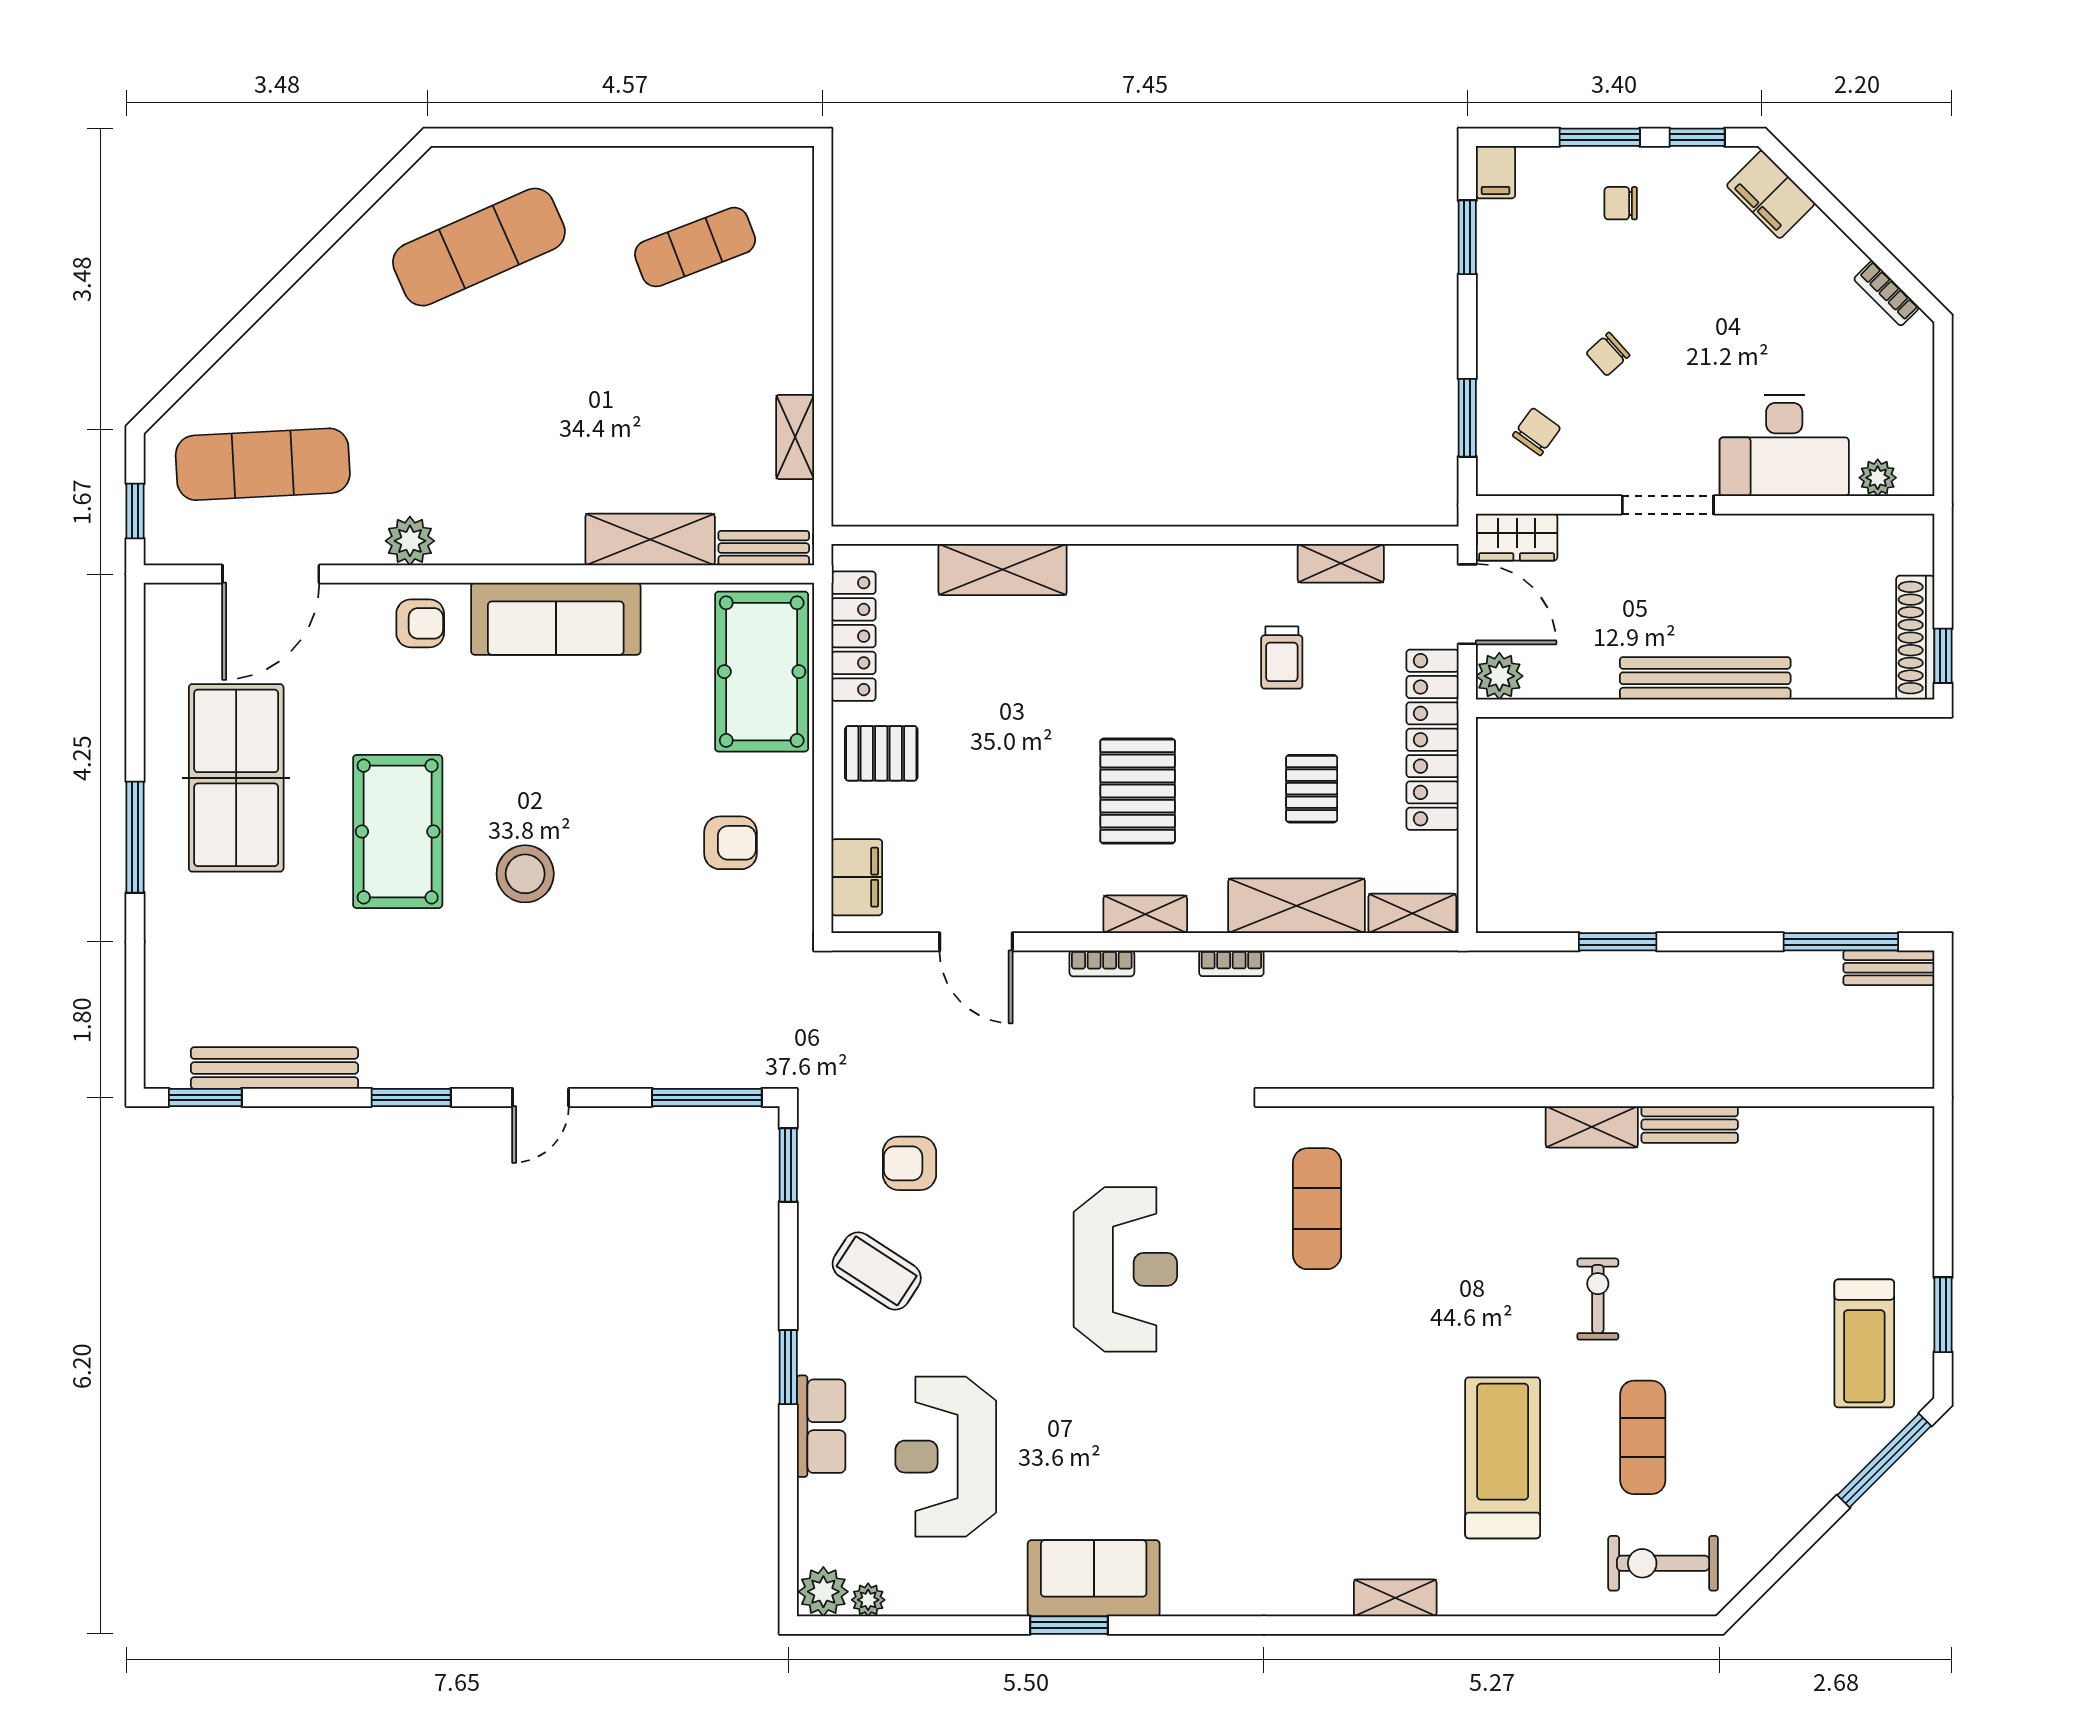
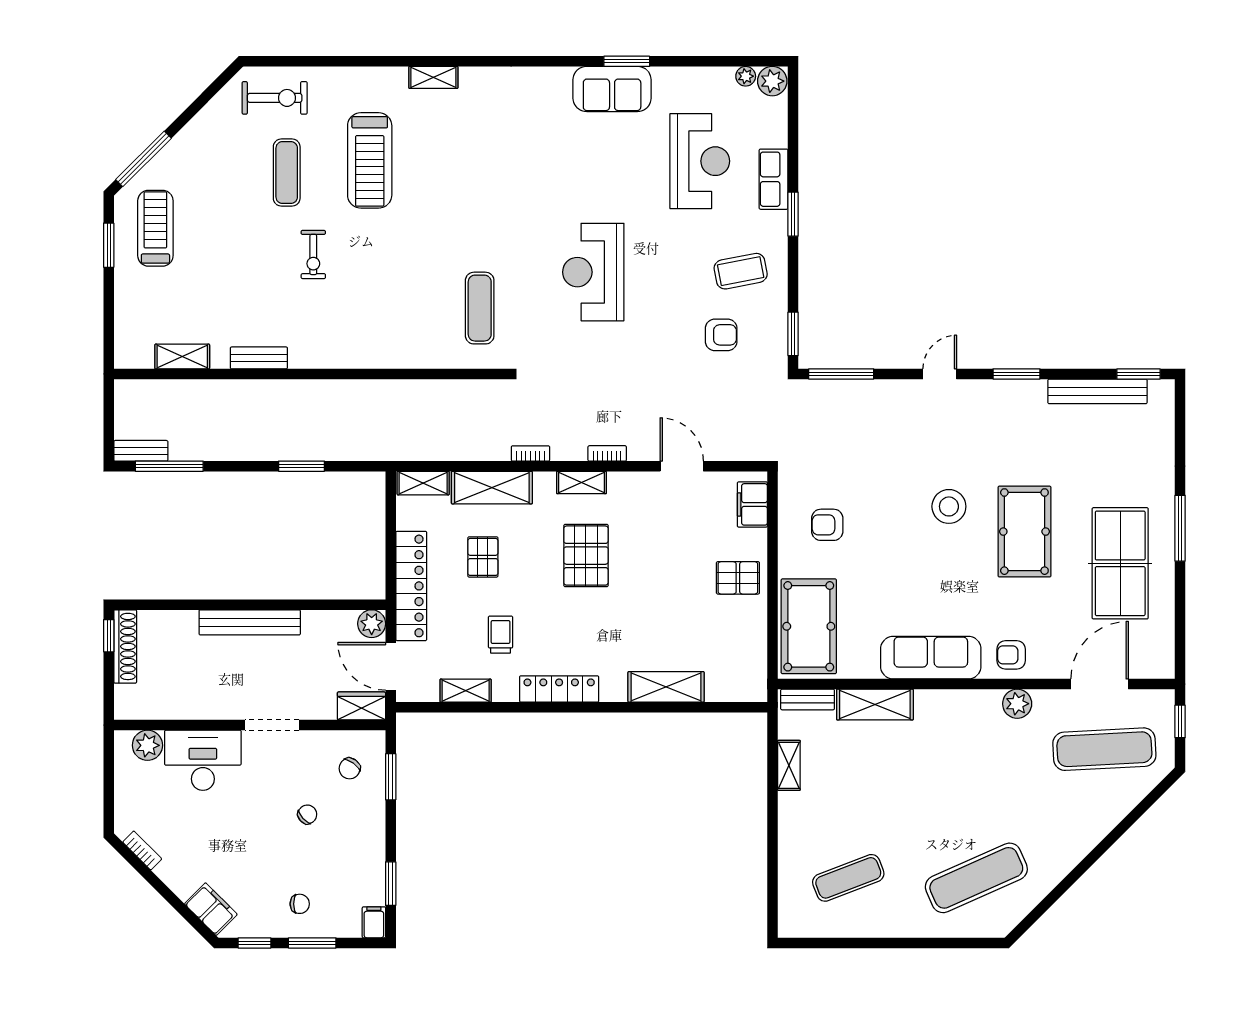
plant: (1878, 478) -> (147, 745), width x1.38, depth x1.38
locker: (854, 636) -> (559, 689), moved, turned 90
shelving: (1592, 1127) -> (182, 357), moved
coffee table: (877, 1271) -> (741, 271), turned -44

